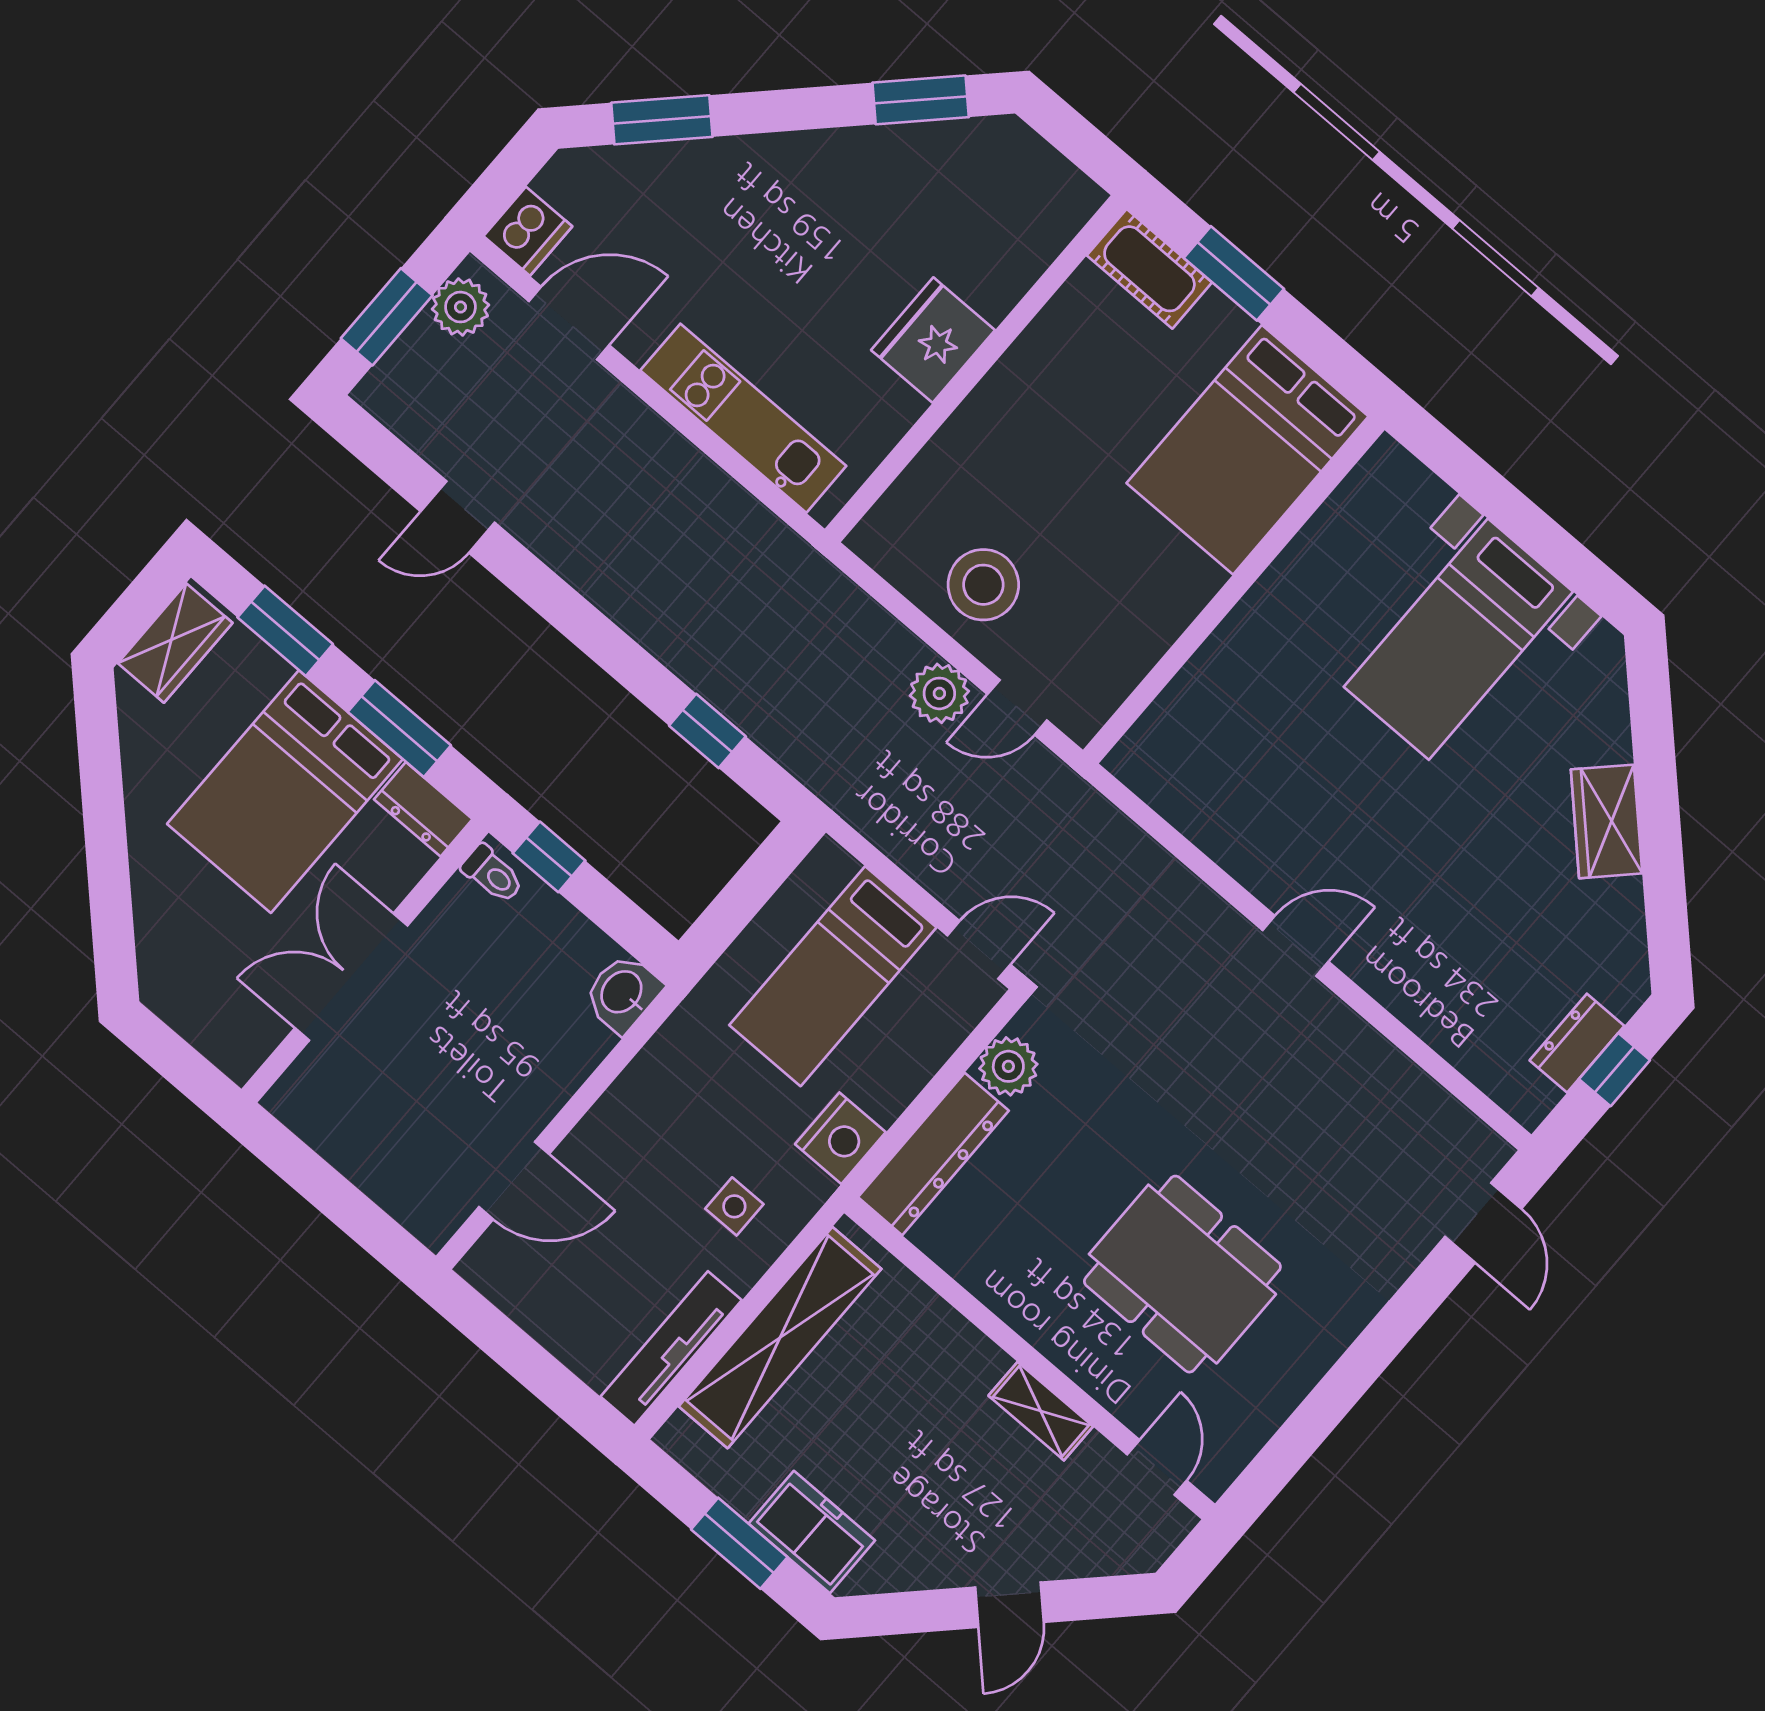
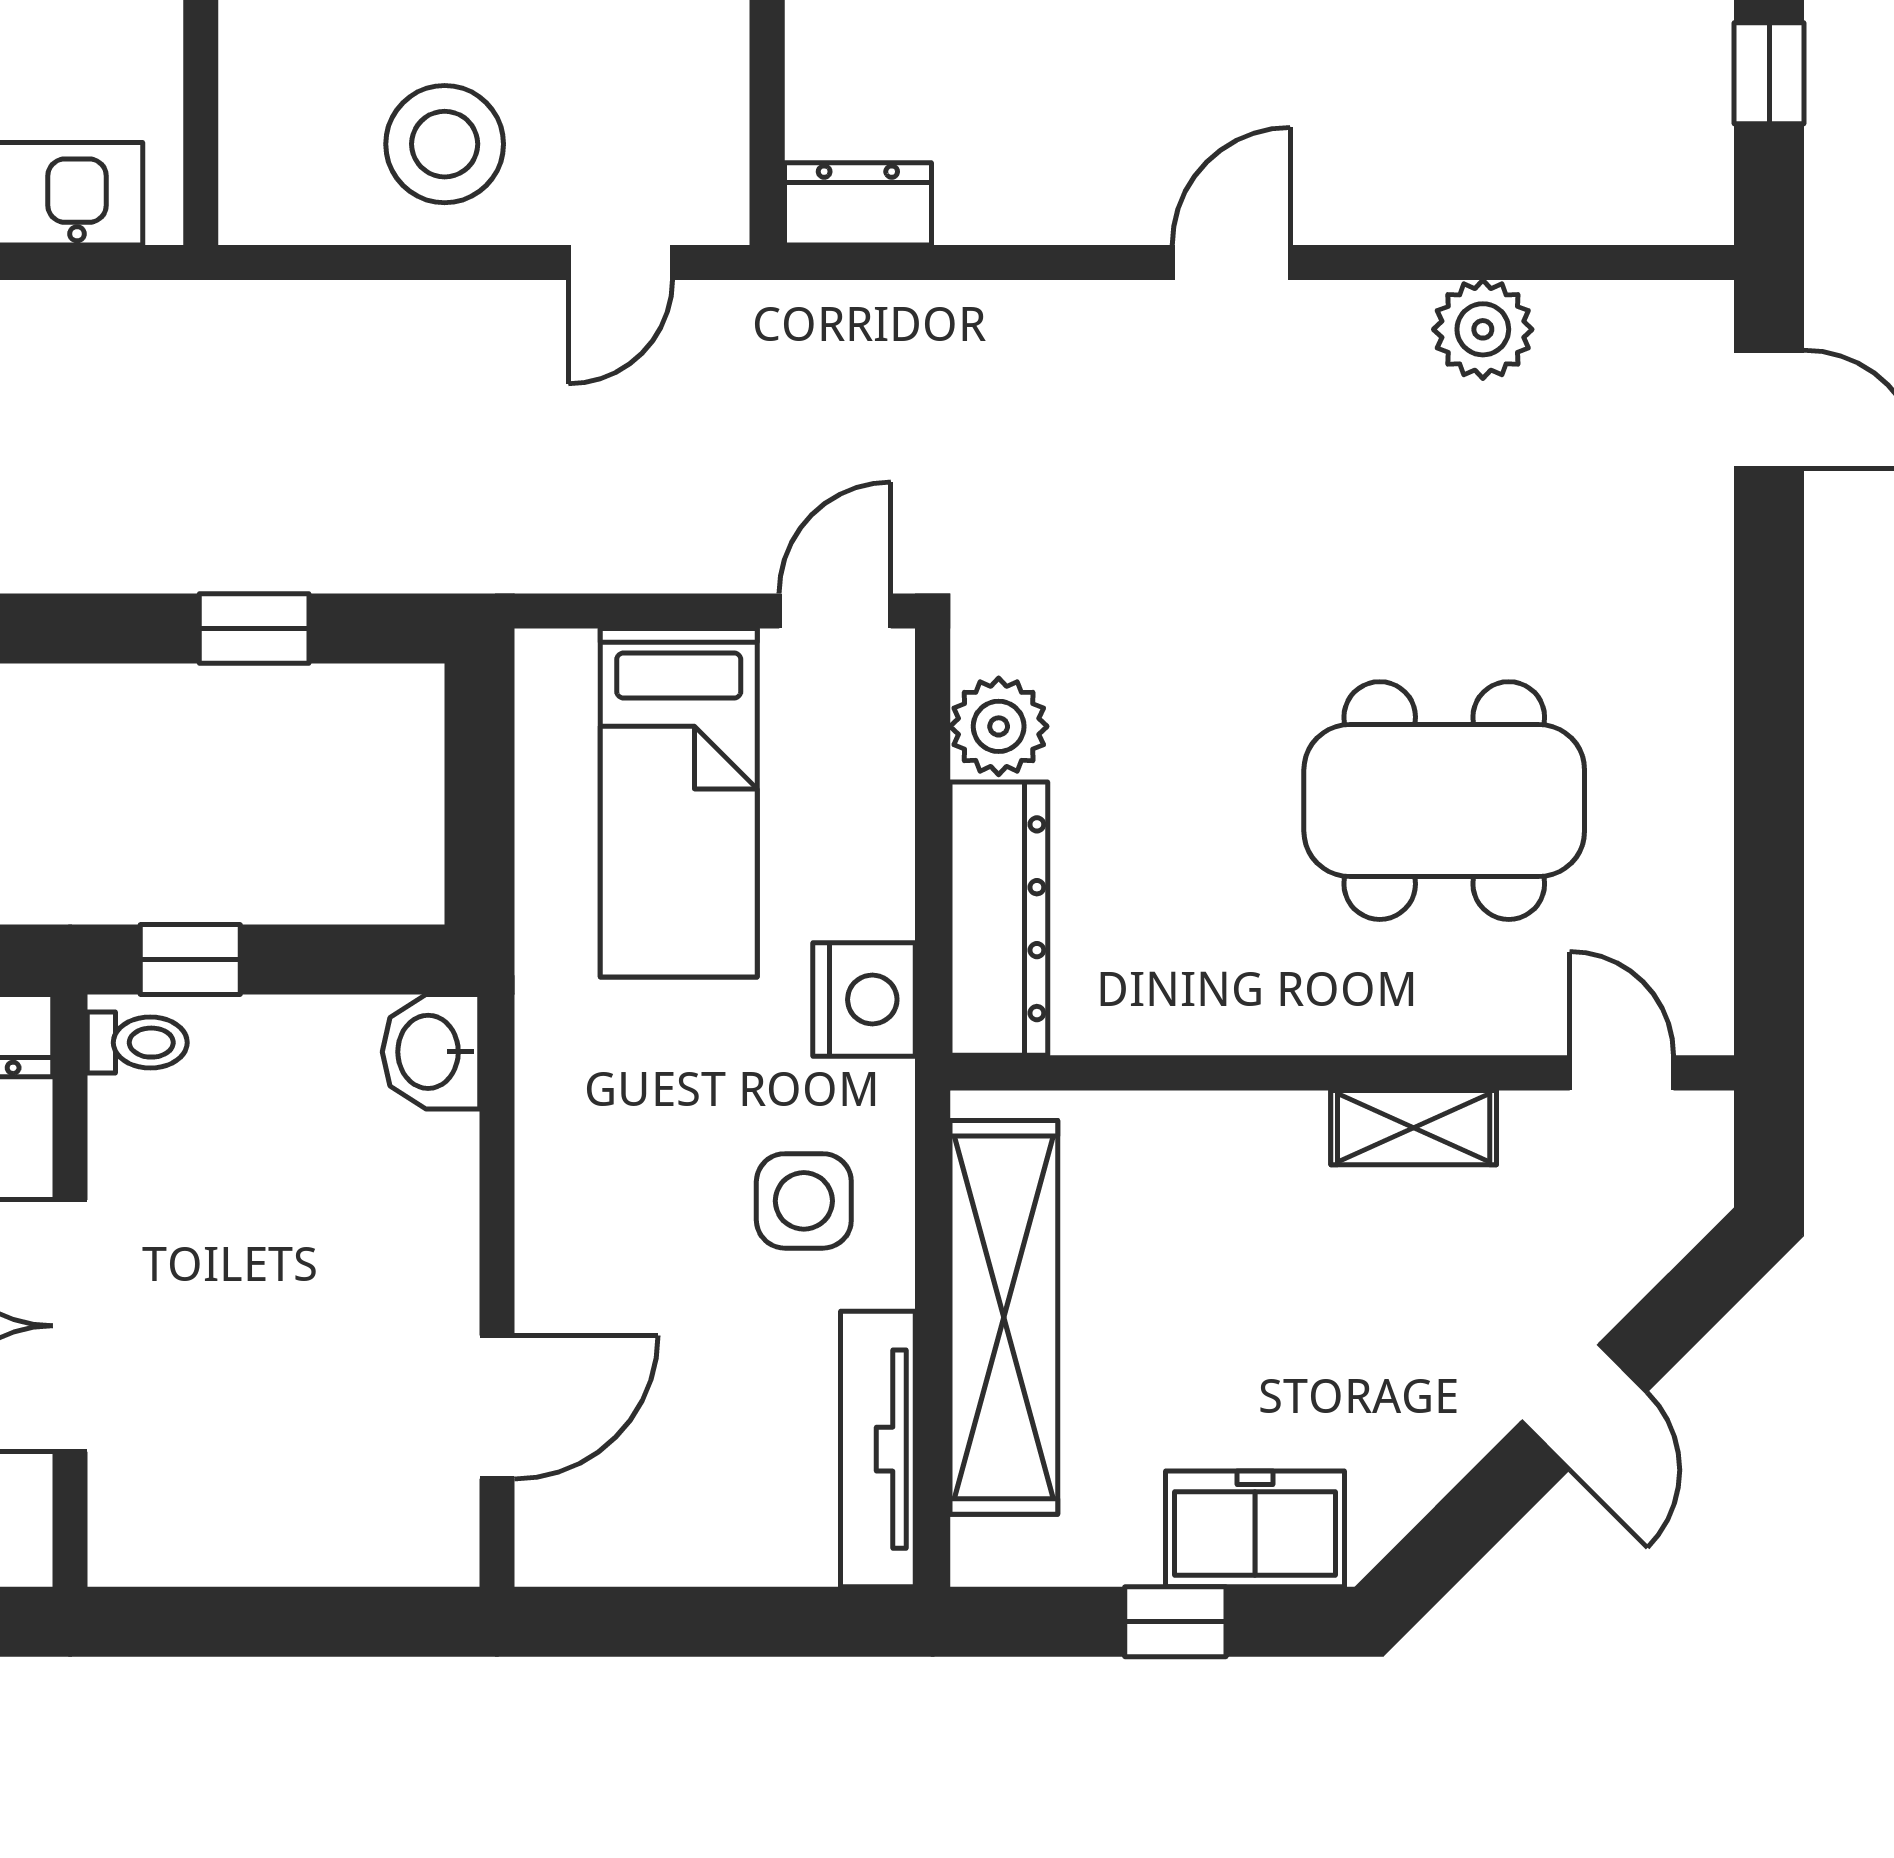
plant: (939, 693) -> (1483, 329), moved
dresser: (1577, 1043) -> (858, 204), moved, turned 90
side table: (734, 1206) -> (804, 1201), width x1.37, depth x1.37
window: (739, 1543) -> (1175, 1622), width x0.67

